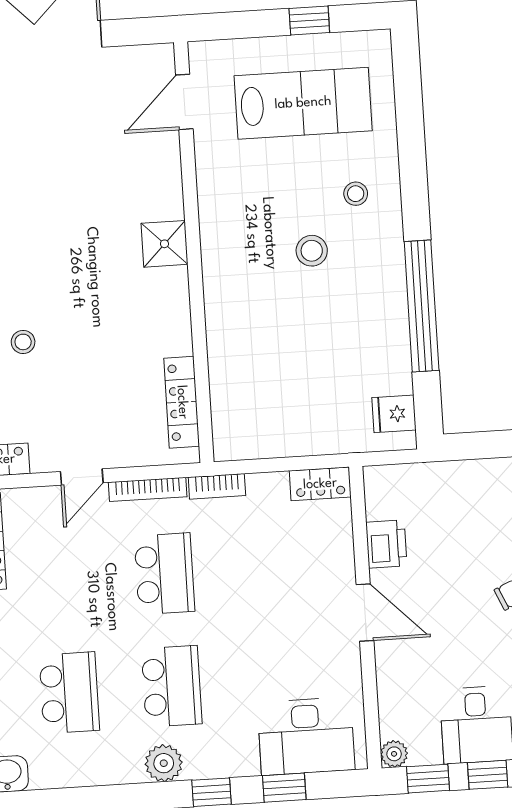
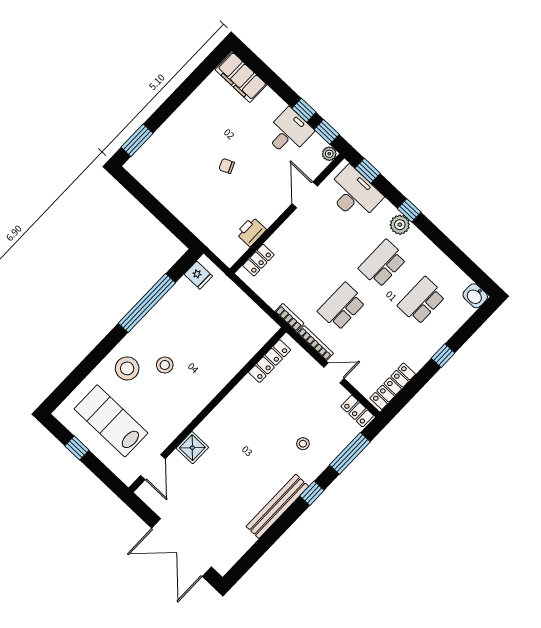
door: (184, 102) -> (153, 467), hinge flipped
stool: (356, 194) -> (127, 368), width x1.89, depth x1.89
shower: (164, 244) -> (192, 448), moved
locker: (320, 484) -> (258, 260), moved, turned 90
door: (365, 612) -> (305, 195), moved
plant: (164, 763) -> (400, 225), moved
window: (284, 788) -> (368, 171), moved

